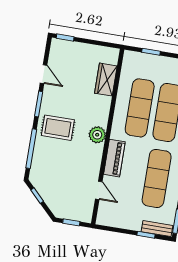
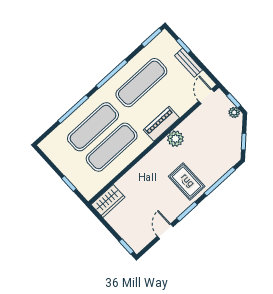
wardrobe: (106, 80) -> (108, 201), moved
plant: (97, 135) -> (175, 139), moved
door: (99, 190) -> (206, 96), moved
plant: (63, 213) -> (234, 112), added
bench: (157, 229) -> (189, 63), moved

